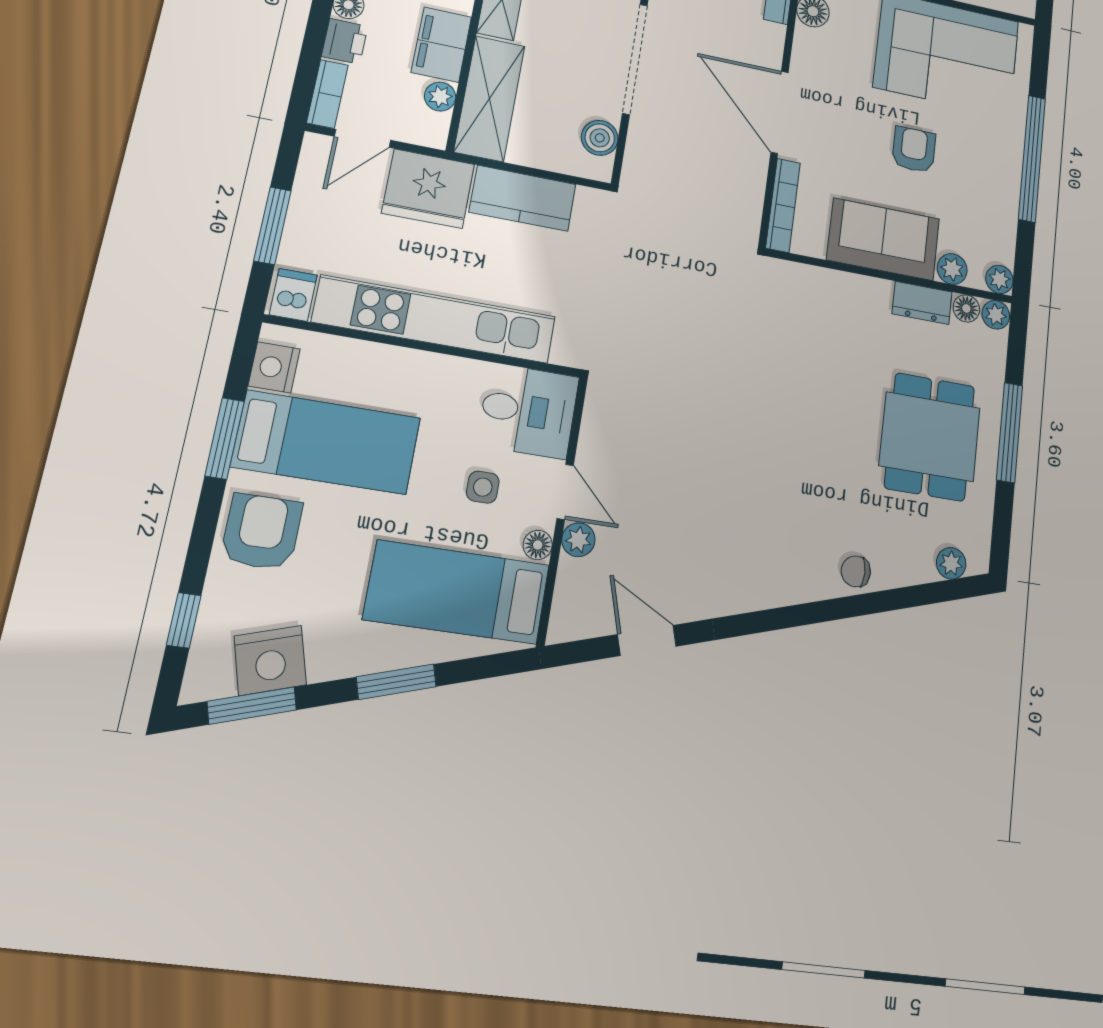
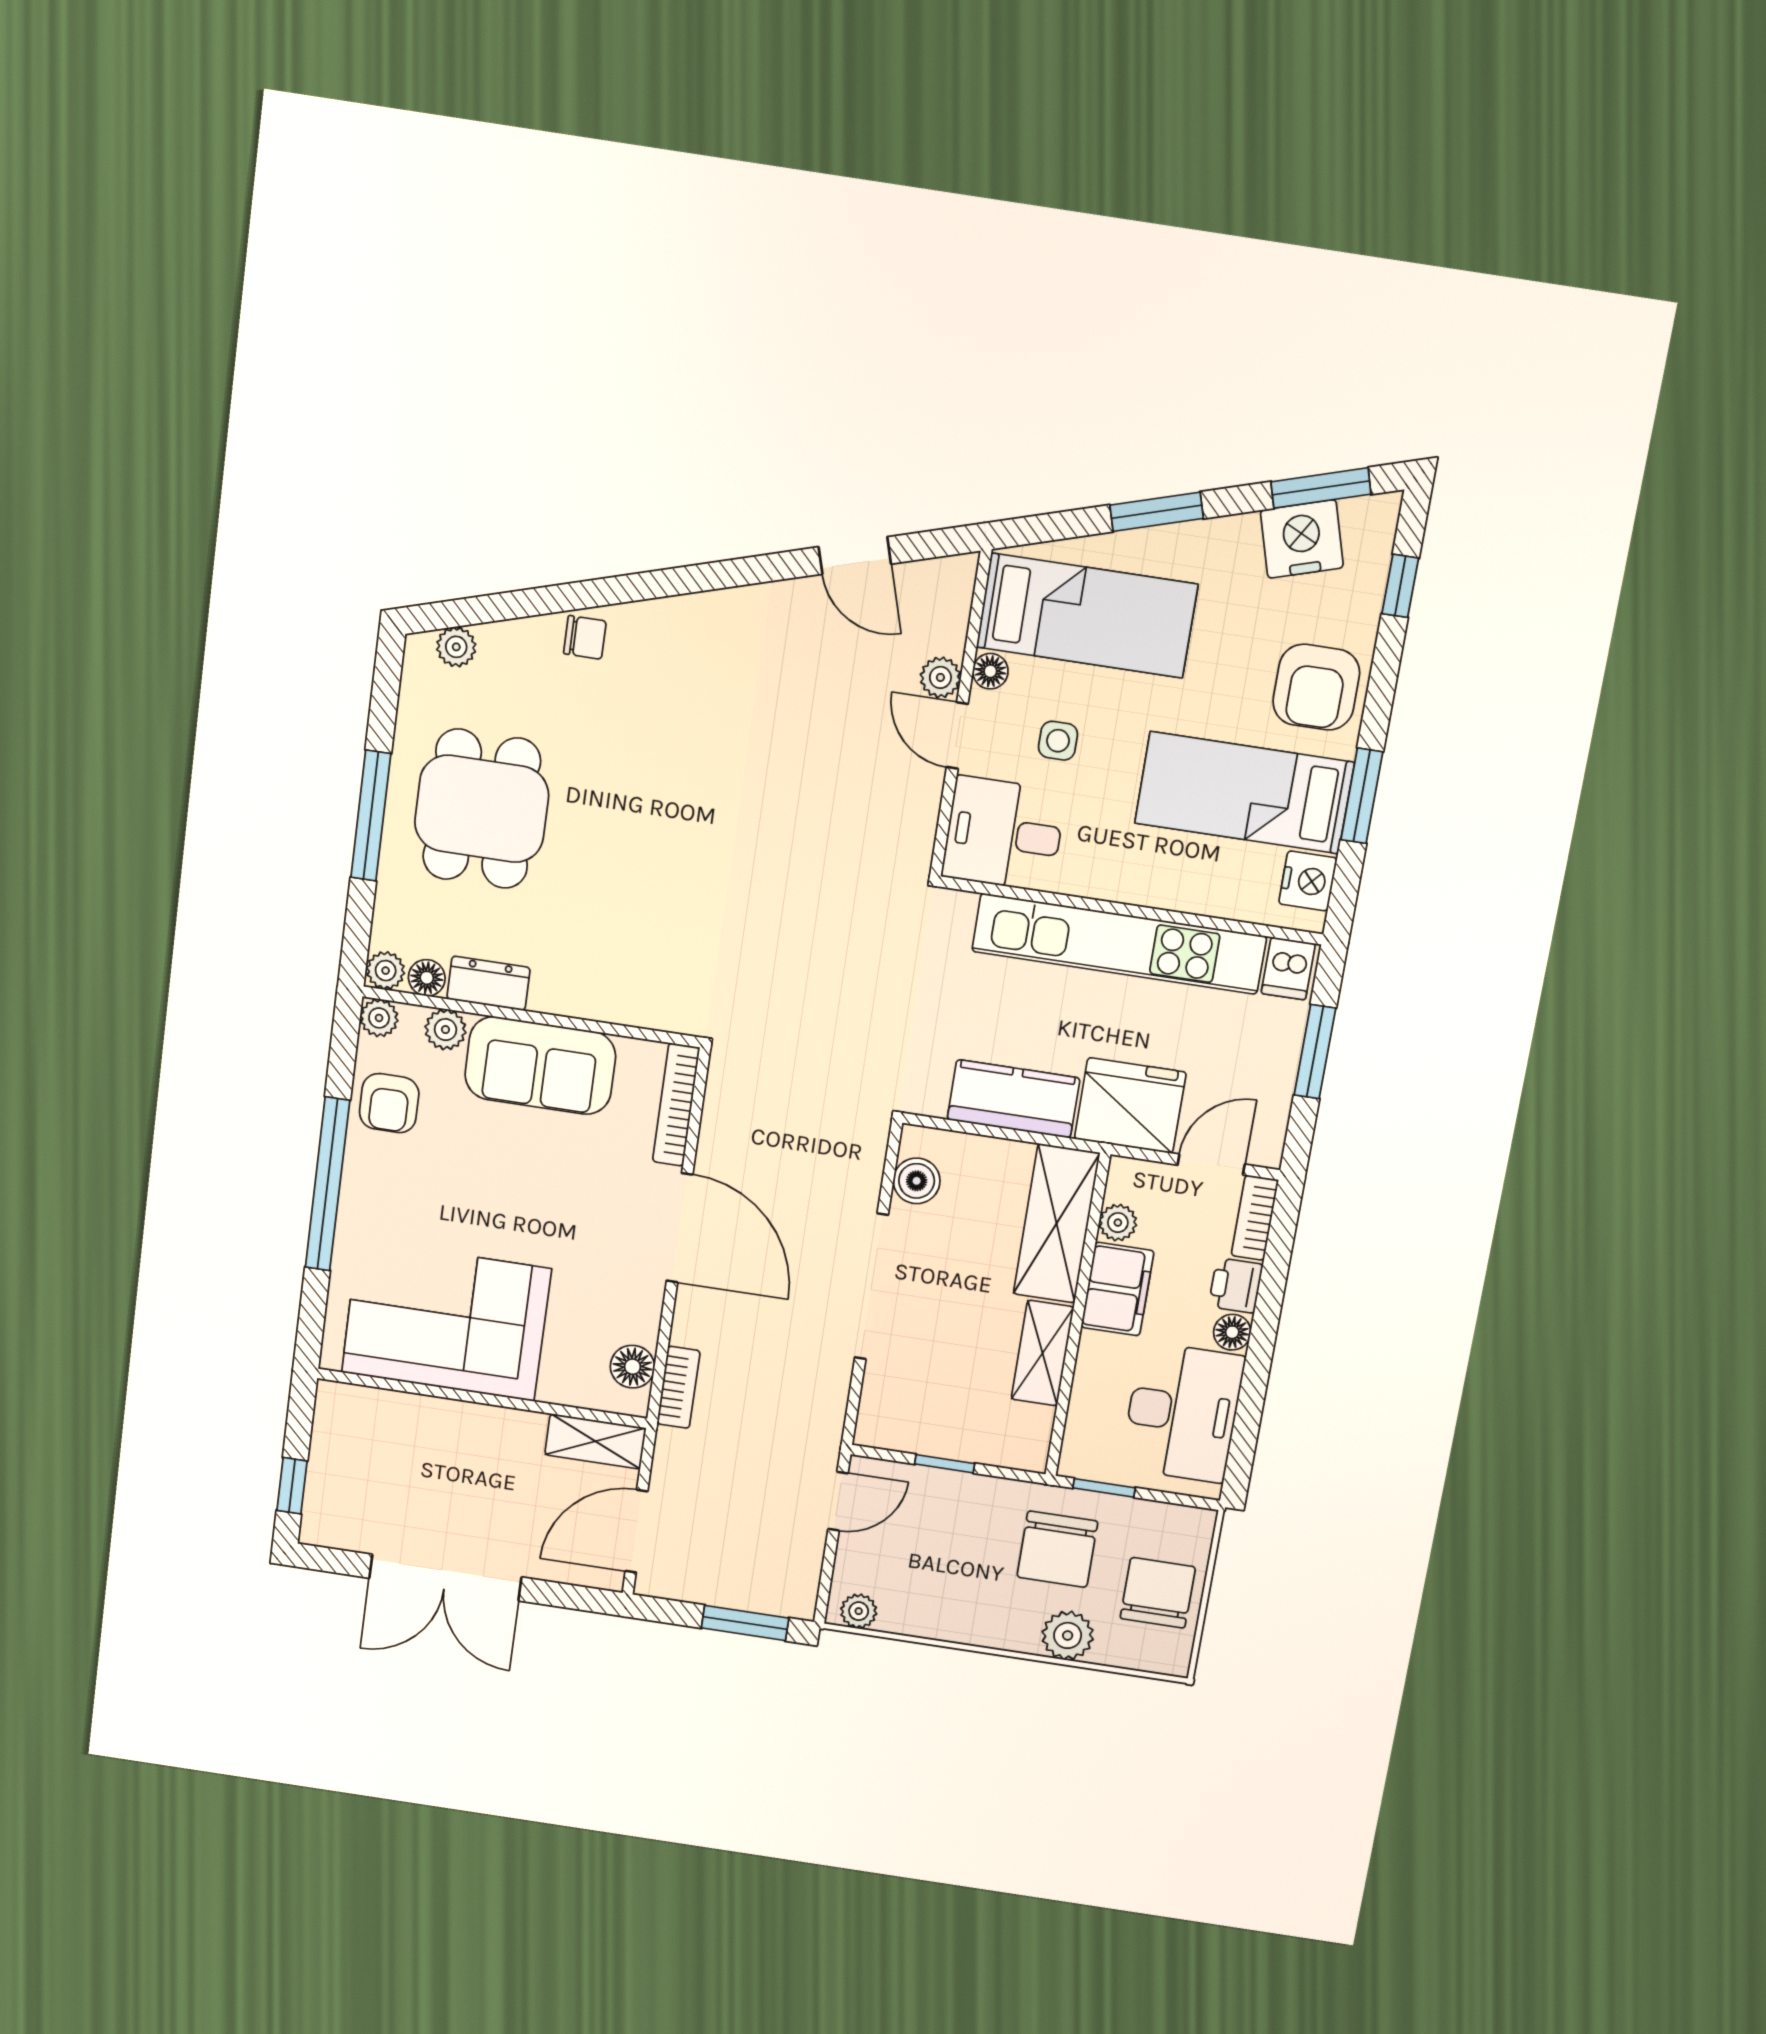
armchair: (914, 150) -> (389, 1103), moved

